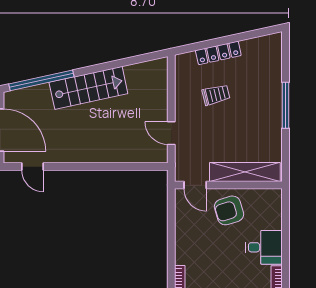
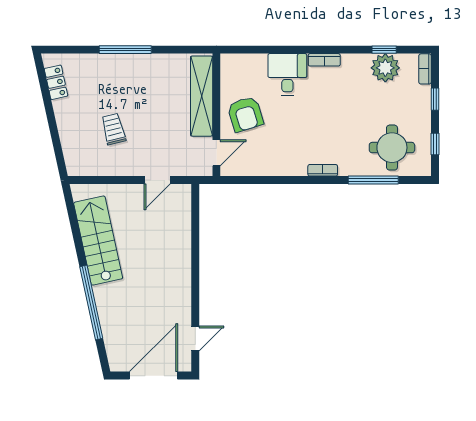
locker: (218, 53) -> (56, 82), moved, width x0.66
window: (41, 80) -> (91, 303), moved
stairs: (88, 88) -> (98, 241), moved

